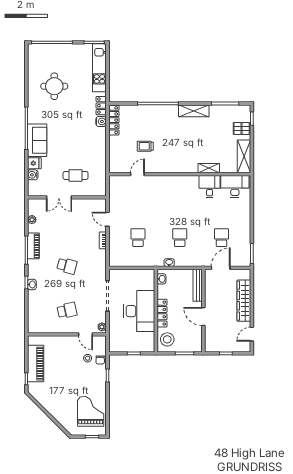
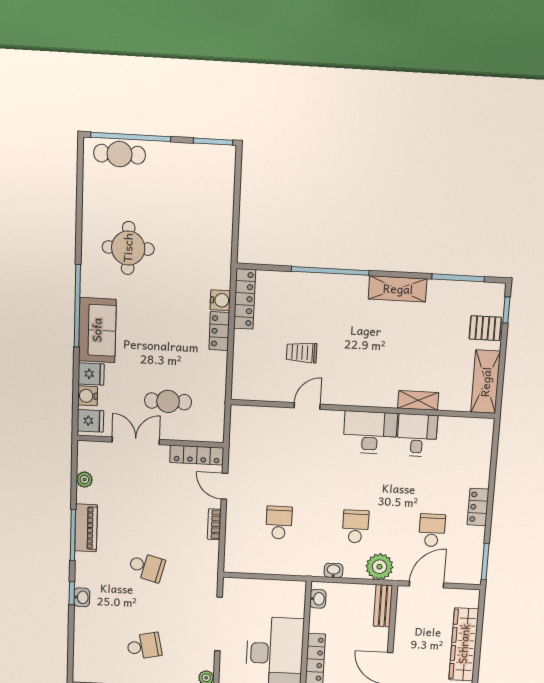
cafe table: (46, 51) -> (120, 154), added
kitchen unit: (99, 68) -> (221, 194), removed
round table: (54, 86) -> (128, 248), moved
locker: (101, 106) -> (219, 331), moved
door: (137, 174) -> (307, 406), moved
desk: (235, 186) -> (370, 432), moved
fridge: (35, 188) -> (90, 421), added
double door: (59, 197) -> (136, 441), swing flipped
locker: (92, 203) -> (197, 455), added
locker: (246, 224) -> (478, 507), added
plant: (194, 259) -> (379, 567), added
bench: (198, 285) -> (383, 606), width x0.73

